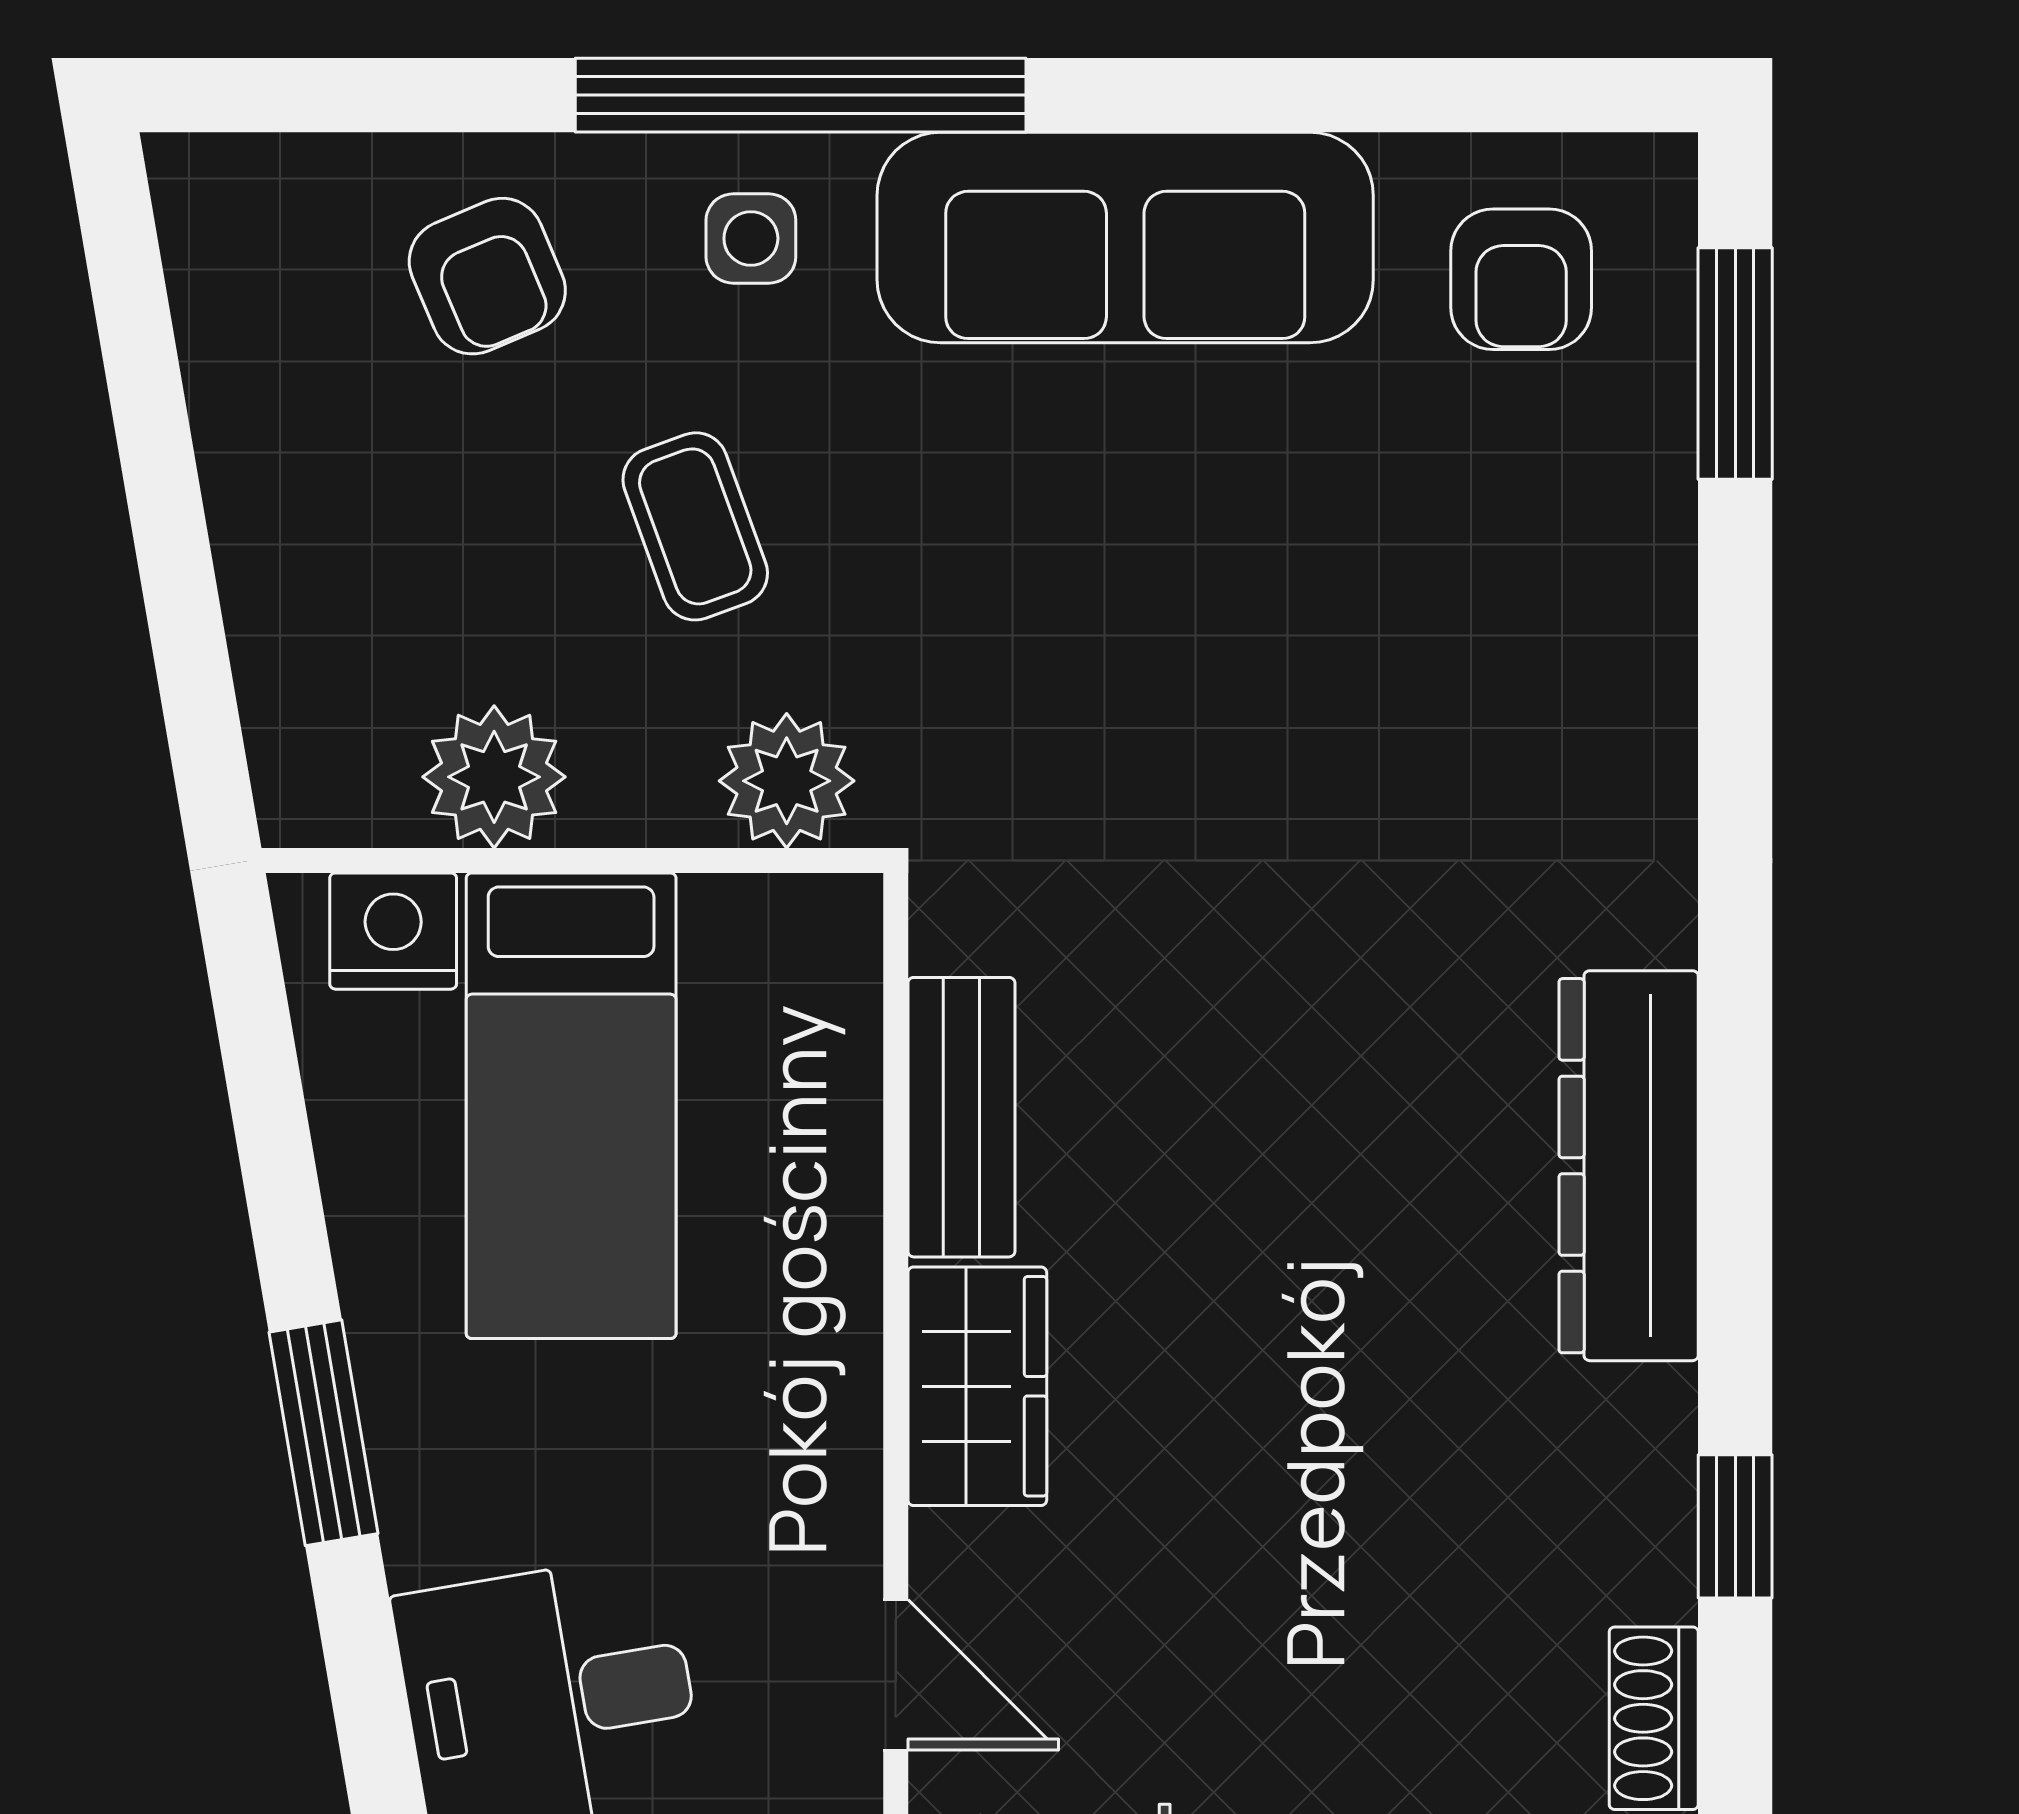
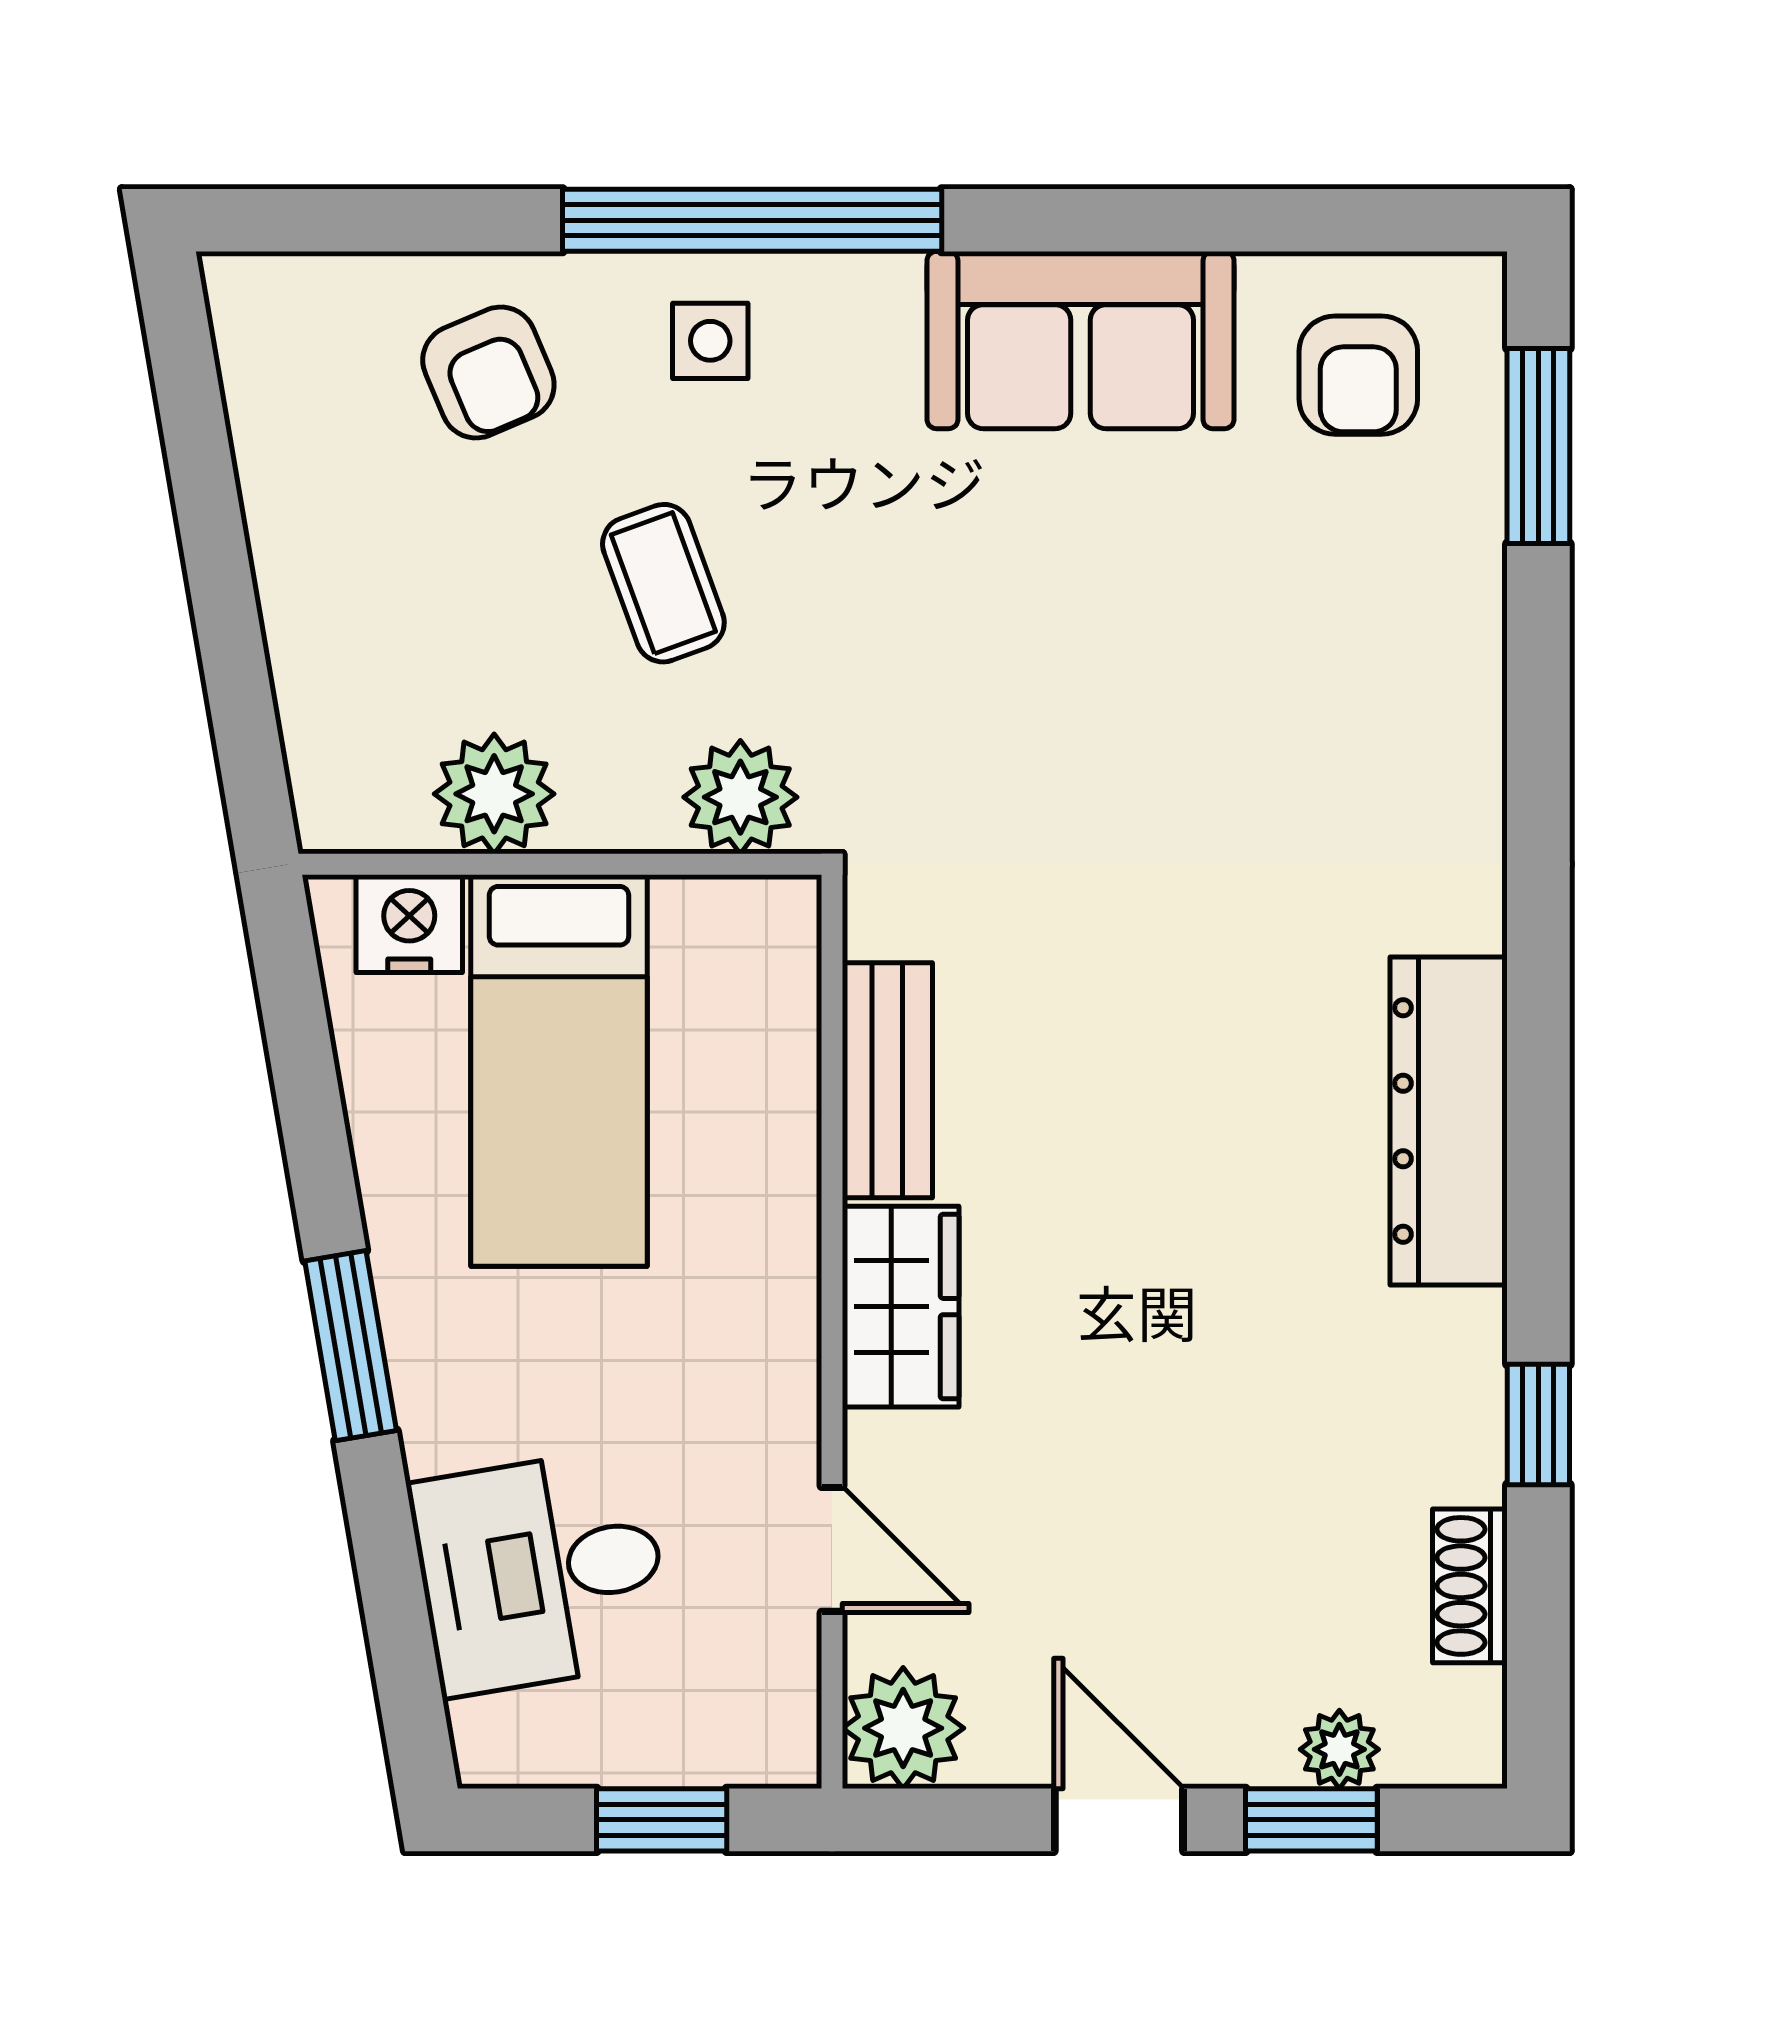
sofa: (1125, 238) -> (1081, 340), width x0.73

